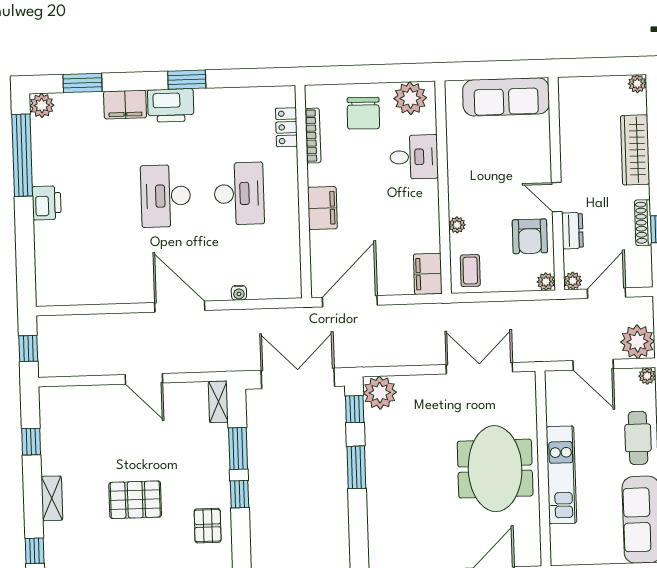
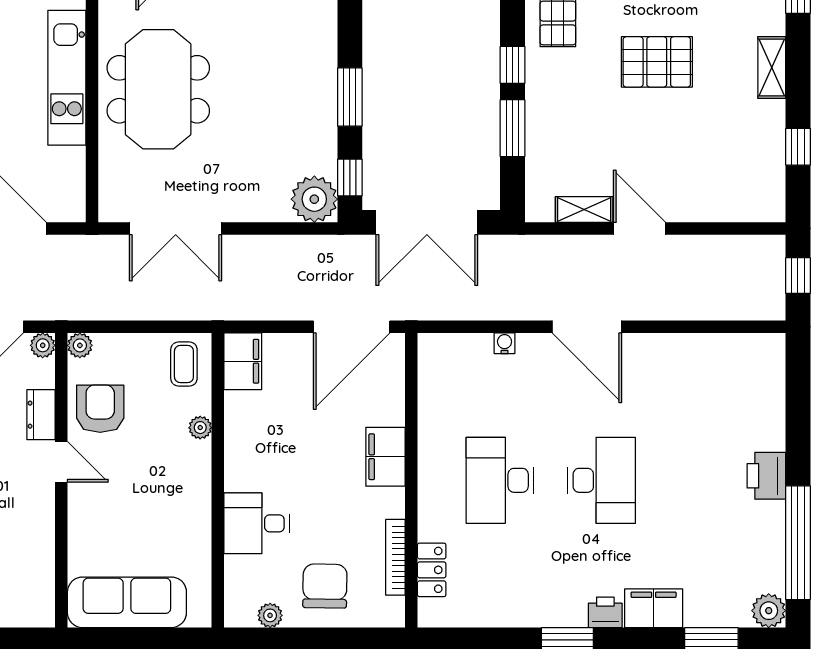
plant: (410, 98) -> (270, 615), width x0.53, depth x0.53
printer: (171, 105) -> (605, 612), width x0.53, depth x0.68
shelving: (218, 402) -> (584, 209), moved, turned 90

